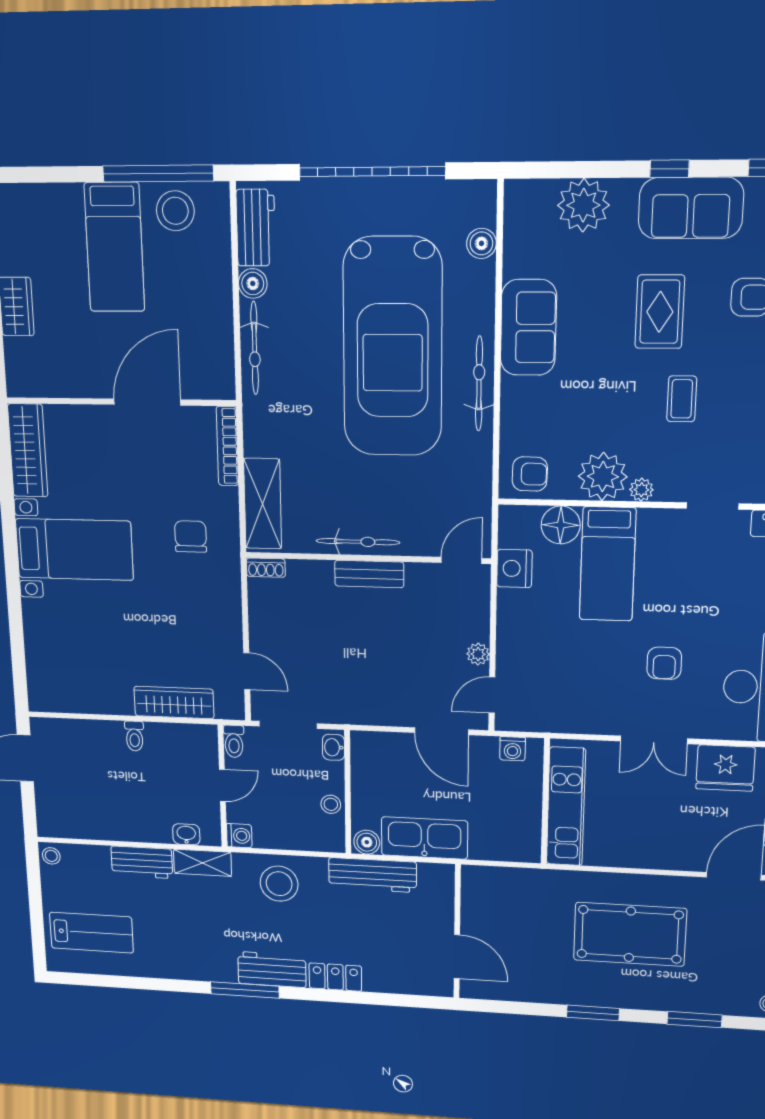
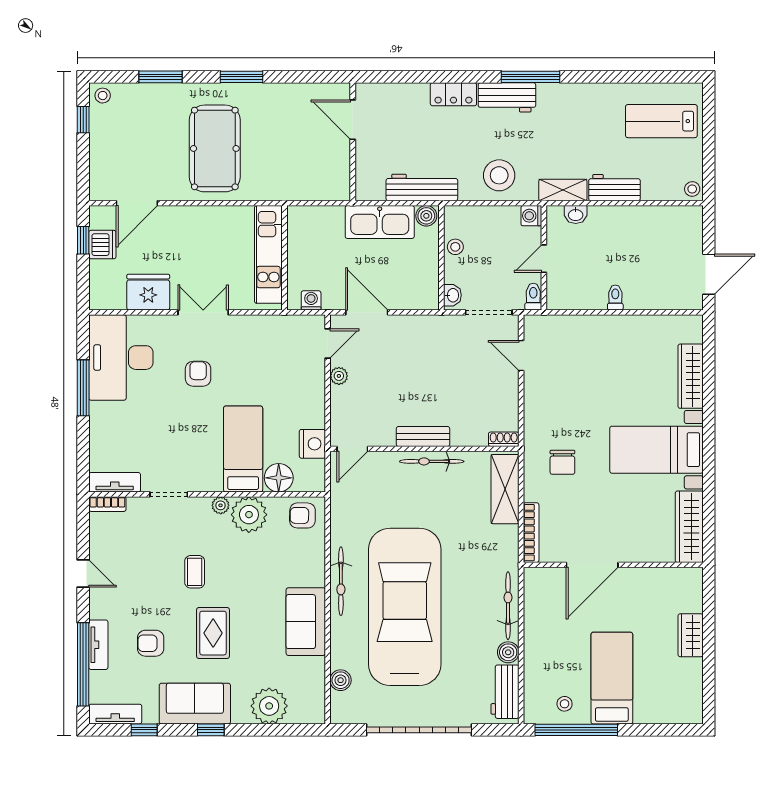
stool: (175, 211) -> (565, 704), width x0.53, depth x0.53
wardrobe: (174, 703) -> (691, 376), moved, turned 90
pool table: (630, 934) -> (215, 148), turned 90

